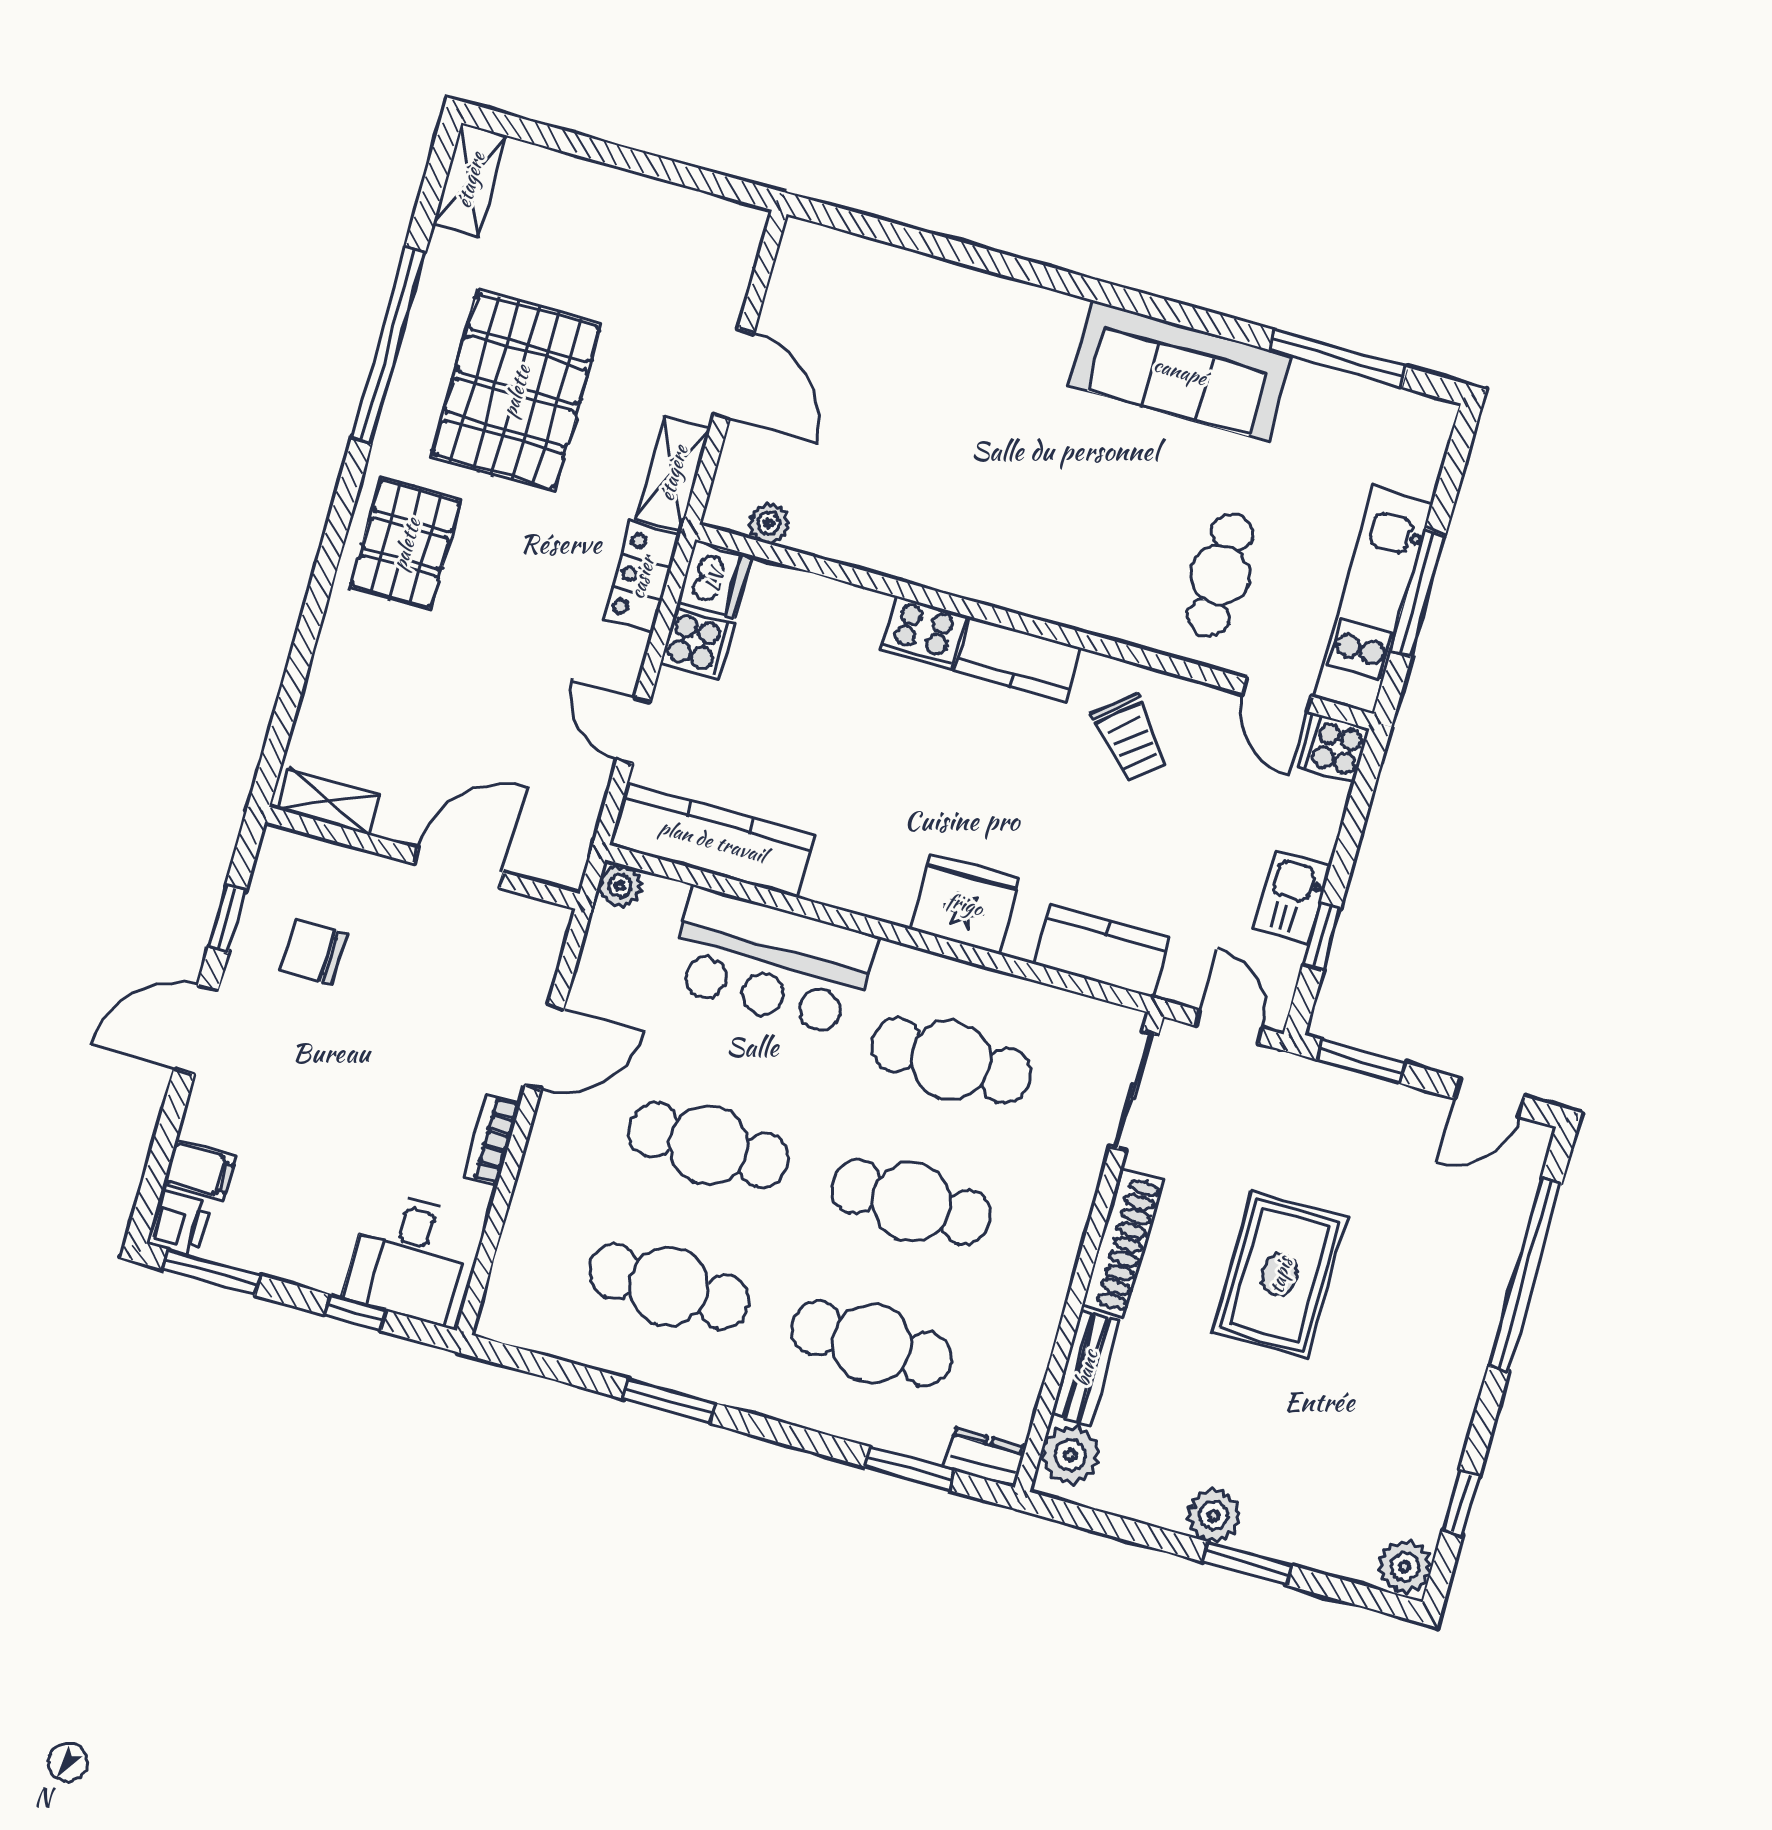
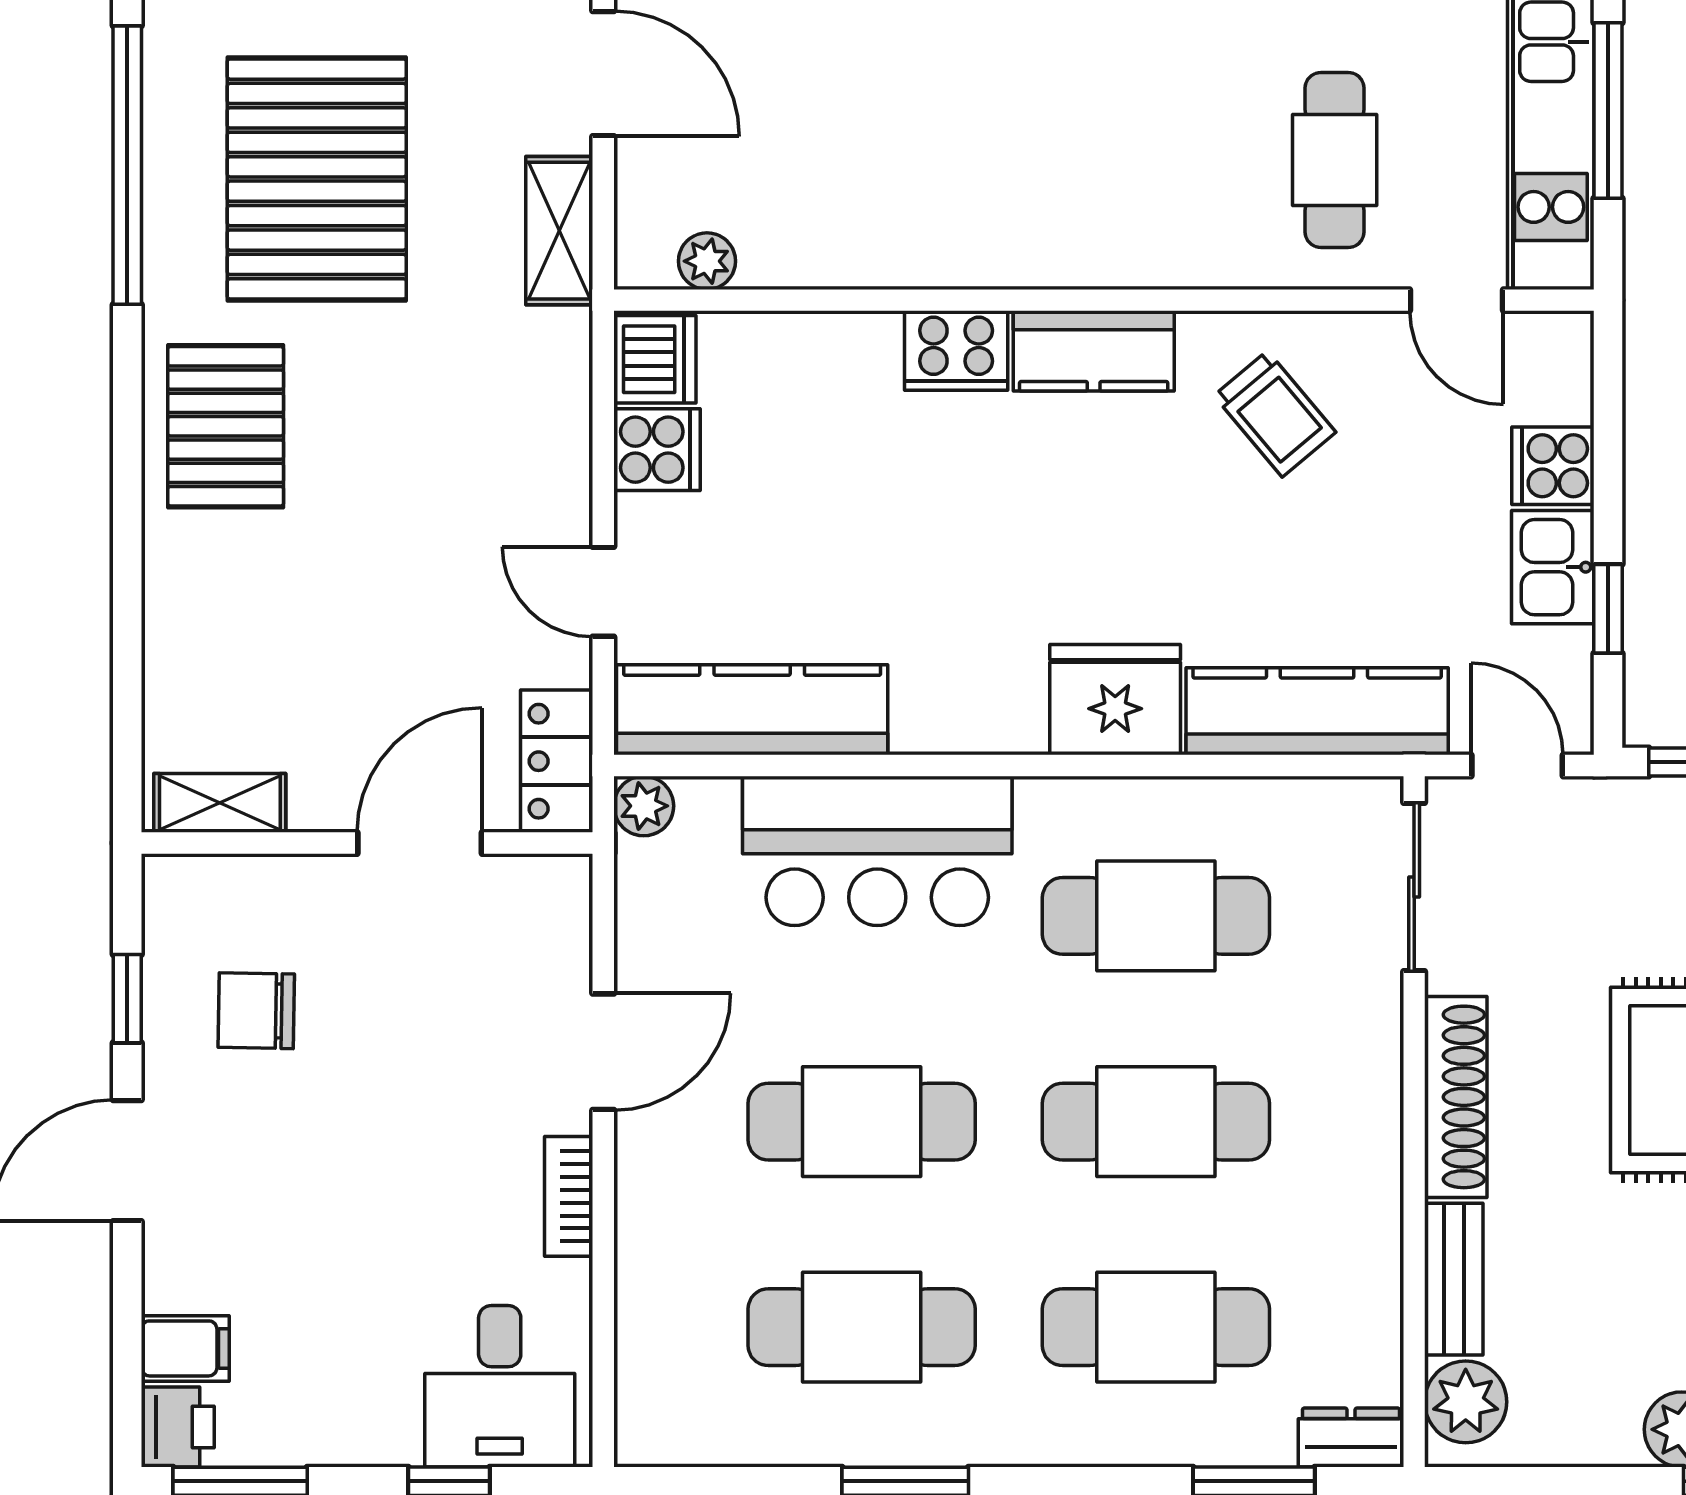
locker: (642, 577) -> (557, 761), moved
cooker: (1334, 748) -> (1553, 466), moved
kitchen counter: (1102, 951) -> (1317, 711), width x1.50

